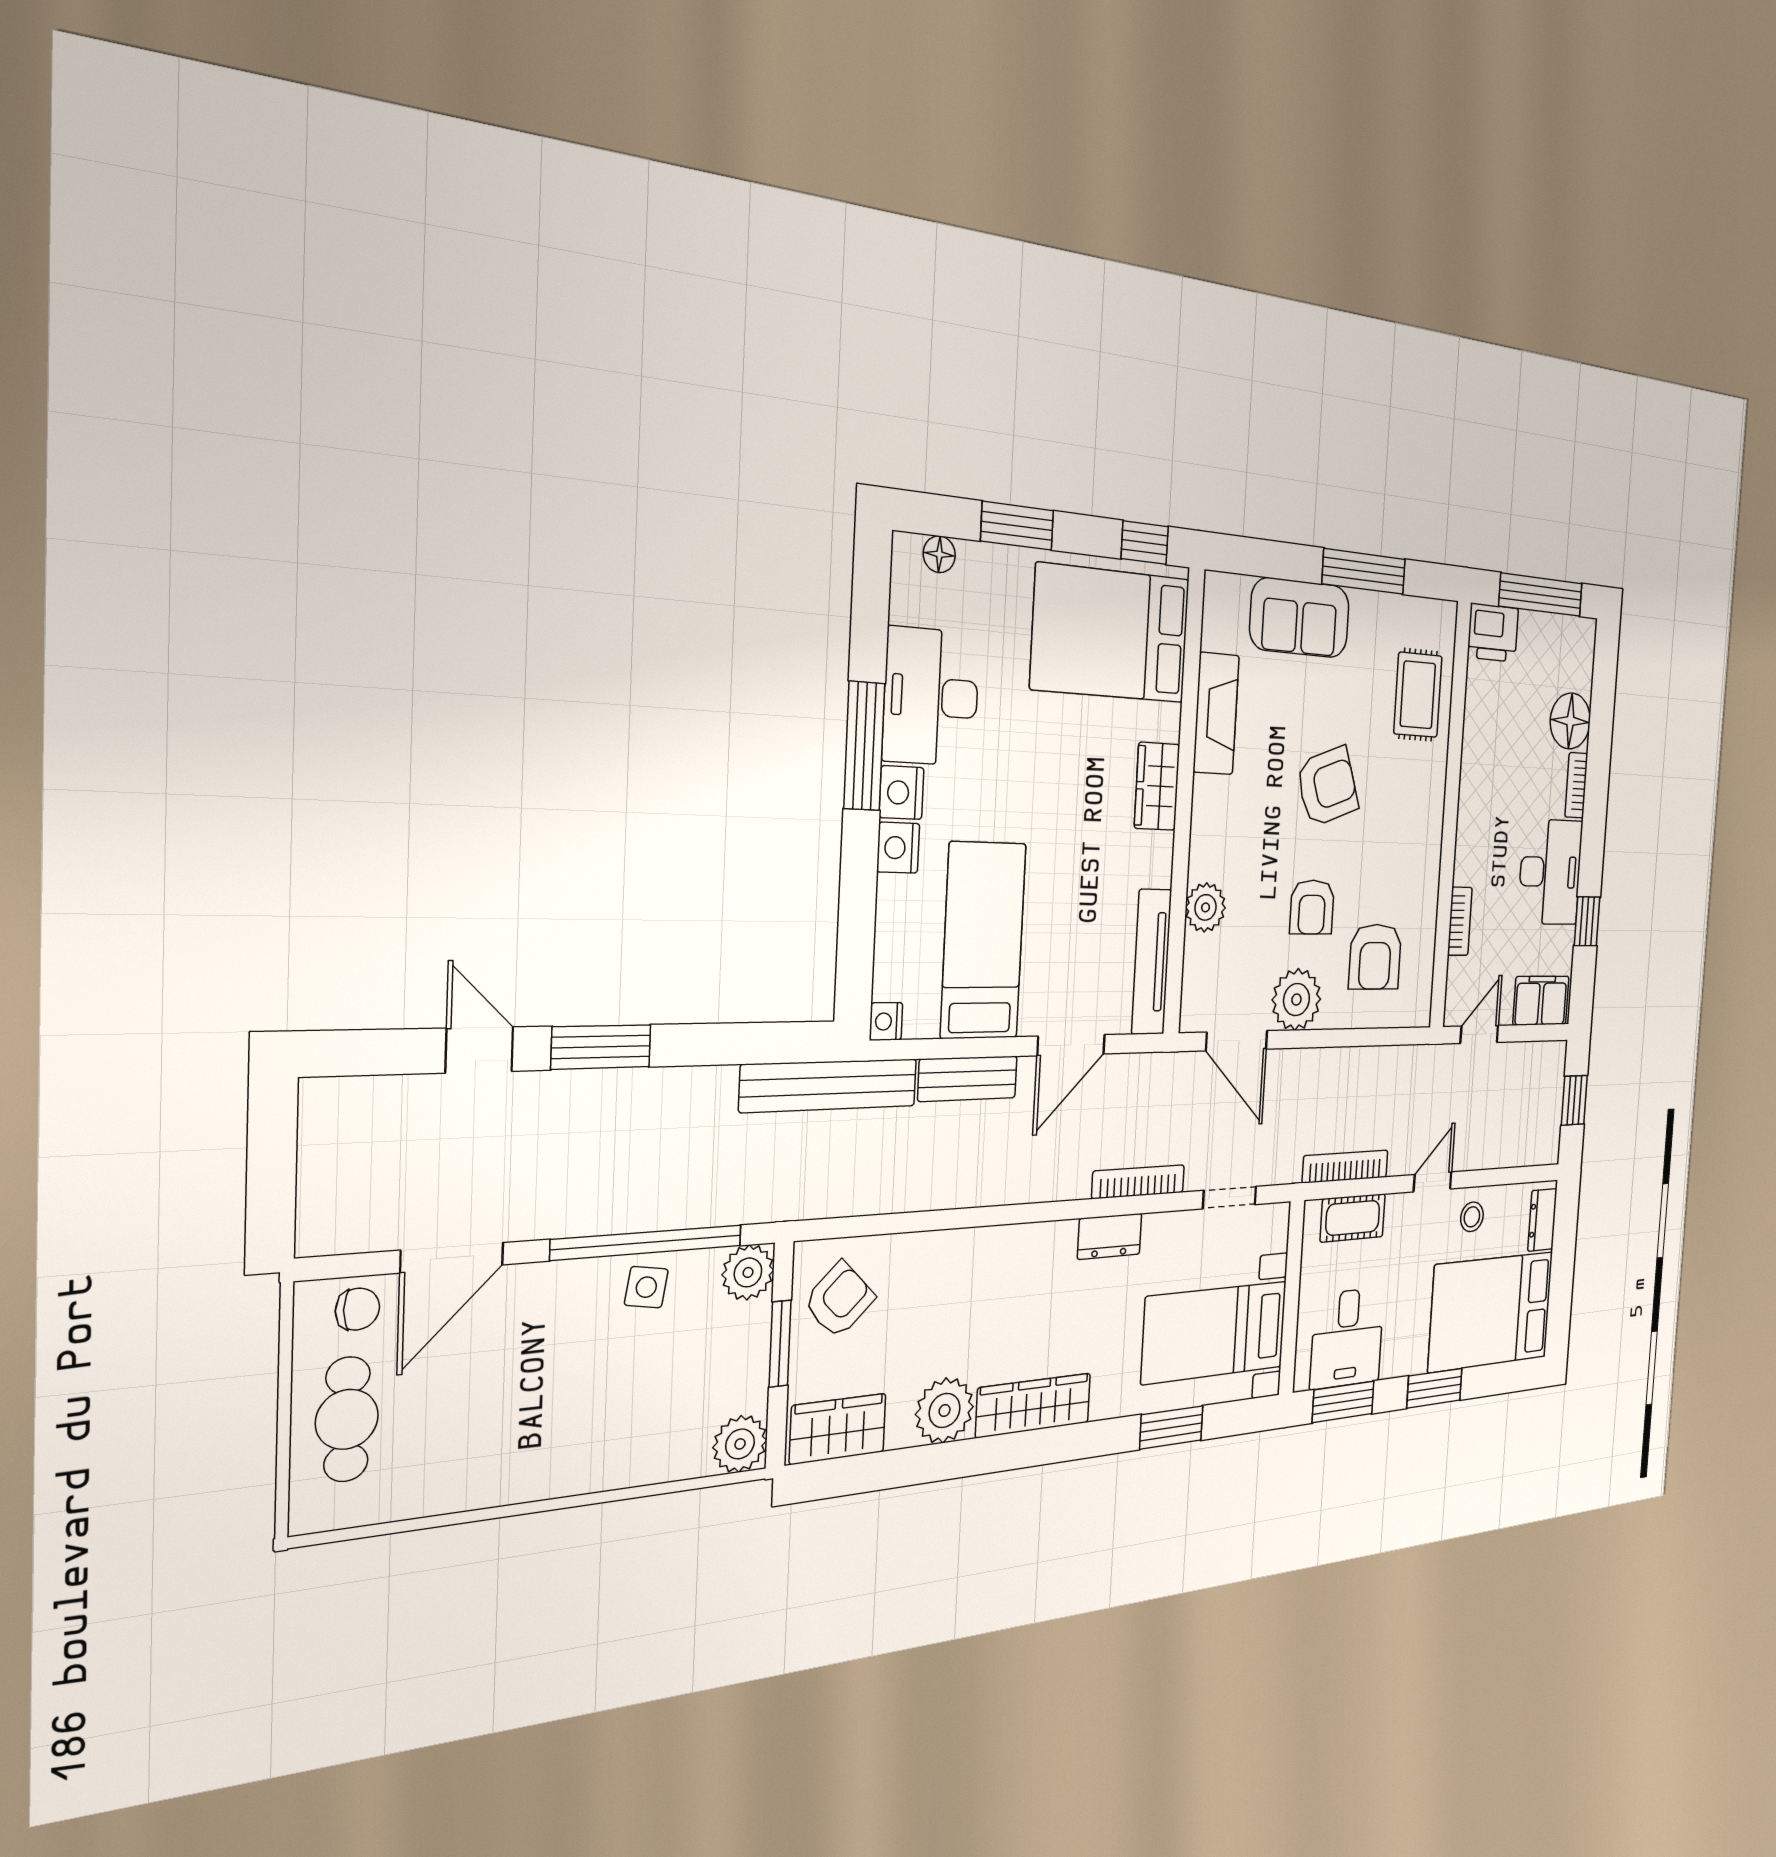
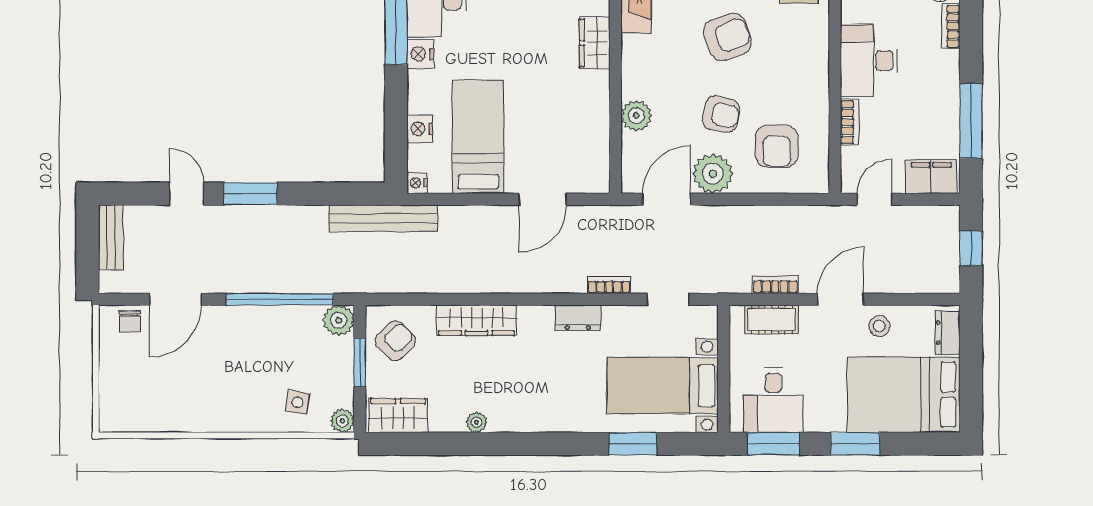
nightstand: (898, 848) -> (420, 129), moved
desk: (1550, 872) -> (869, 61), moved, turned 180
armchair: (1312, 907) -> (721, 114), turned -78
window: (1587, 921) -> (971, 121), width x2.17
tv unit: (1152, 962) -> (598, 149), removed
door: (1237, 1041) -> (667, 199), swing flipped
bench: (968, 1079) -> (111, 237), moved, turned 90
bookcase: (1345, 1166) -> (775, 284), width x0.64
bookcase: (1138, 1182) -> (609, 285), width x0.64
door: (1433, 1182) -> (841, 299), width x1.38
side table: (646, 1287) -> (297, 402), moved
chair: (357, 1309) -> (130, 321), turned 90
wardrobe: (1034, 1405) -> (477, 320), moved, turned 180
plant: (945, 1410) -> (477, 422), width x0.53, depth x0.53
cafe table: (347, 1419) -> (126, 377), removed
plant: (740, 1444) -> (342, 421), width x0.73, depth x0.73

